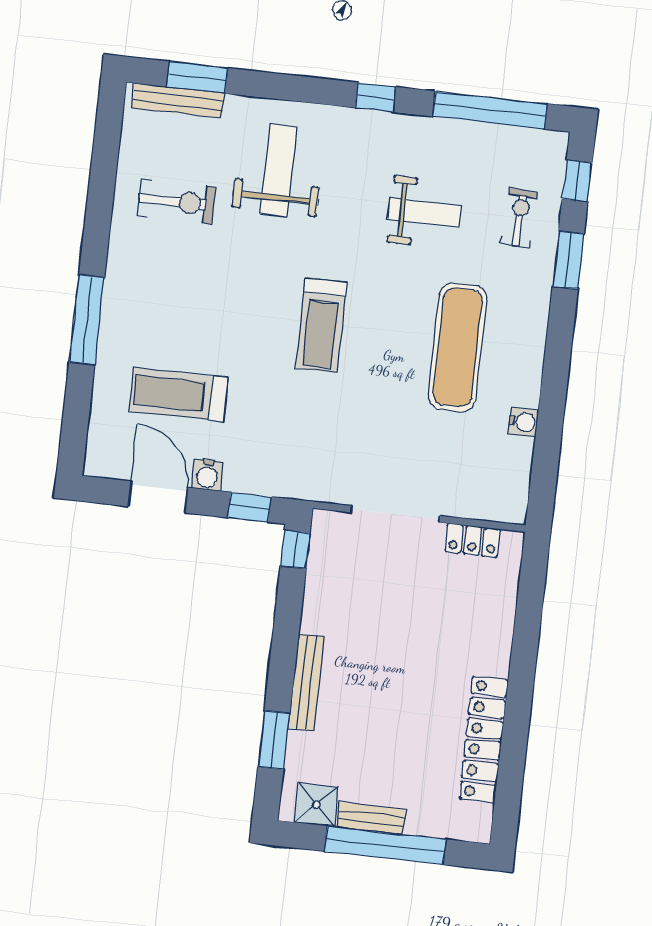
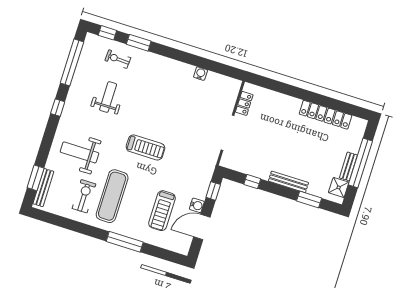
exercise mat: (458, 347) -> (112, 196), moved, turned 90
window: (295, 549) -> (252, 182), moved

